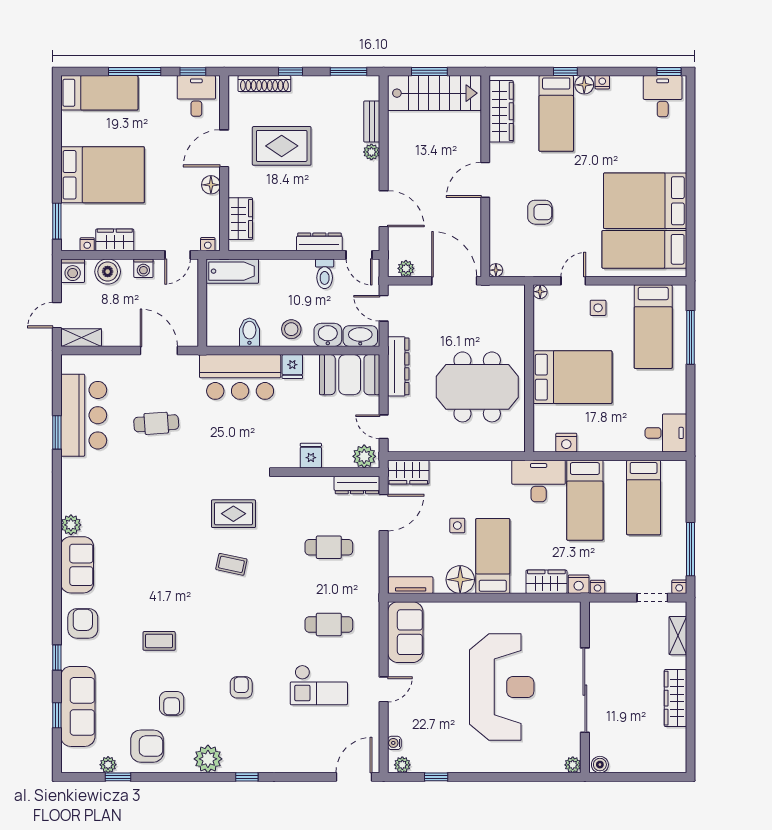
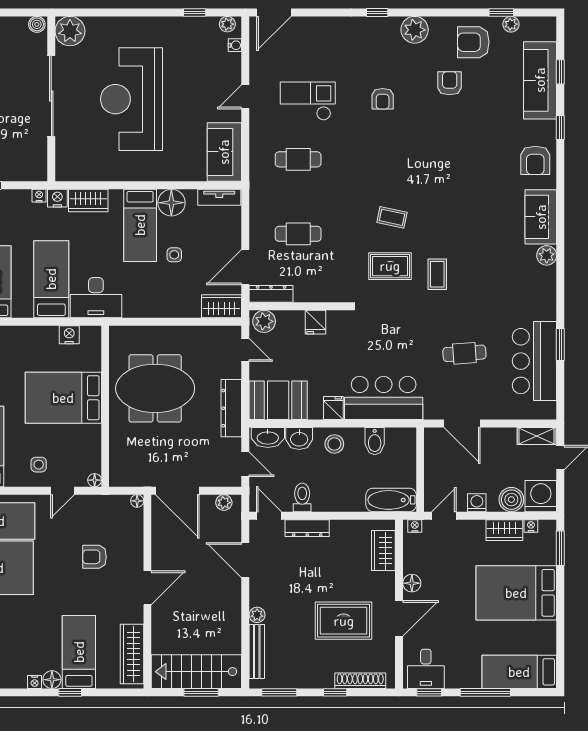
bench: (372, 121) -> (257, 651), width x1.36
washing machine: (73, 271) -> (541, 496), width x1.37, depth x1.37
coffee table: (159, 641) -> (437, 274), moved, turned 90
plant: (573, 765) -> (70, 31), width x1.88, depth x1.88

